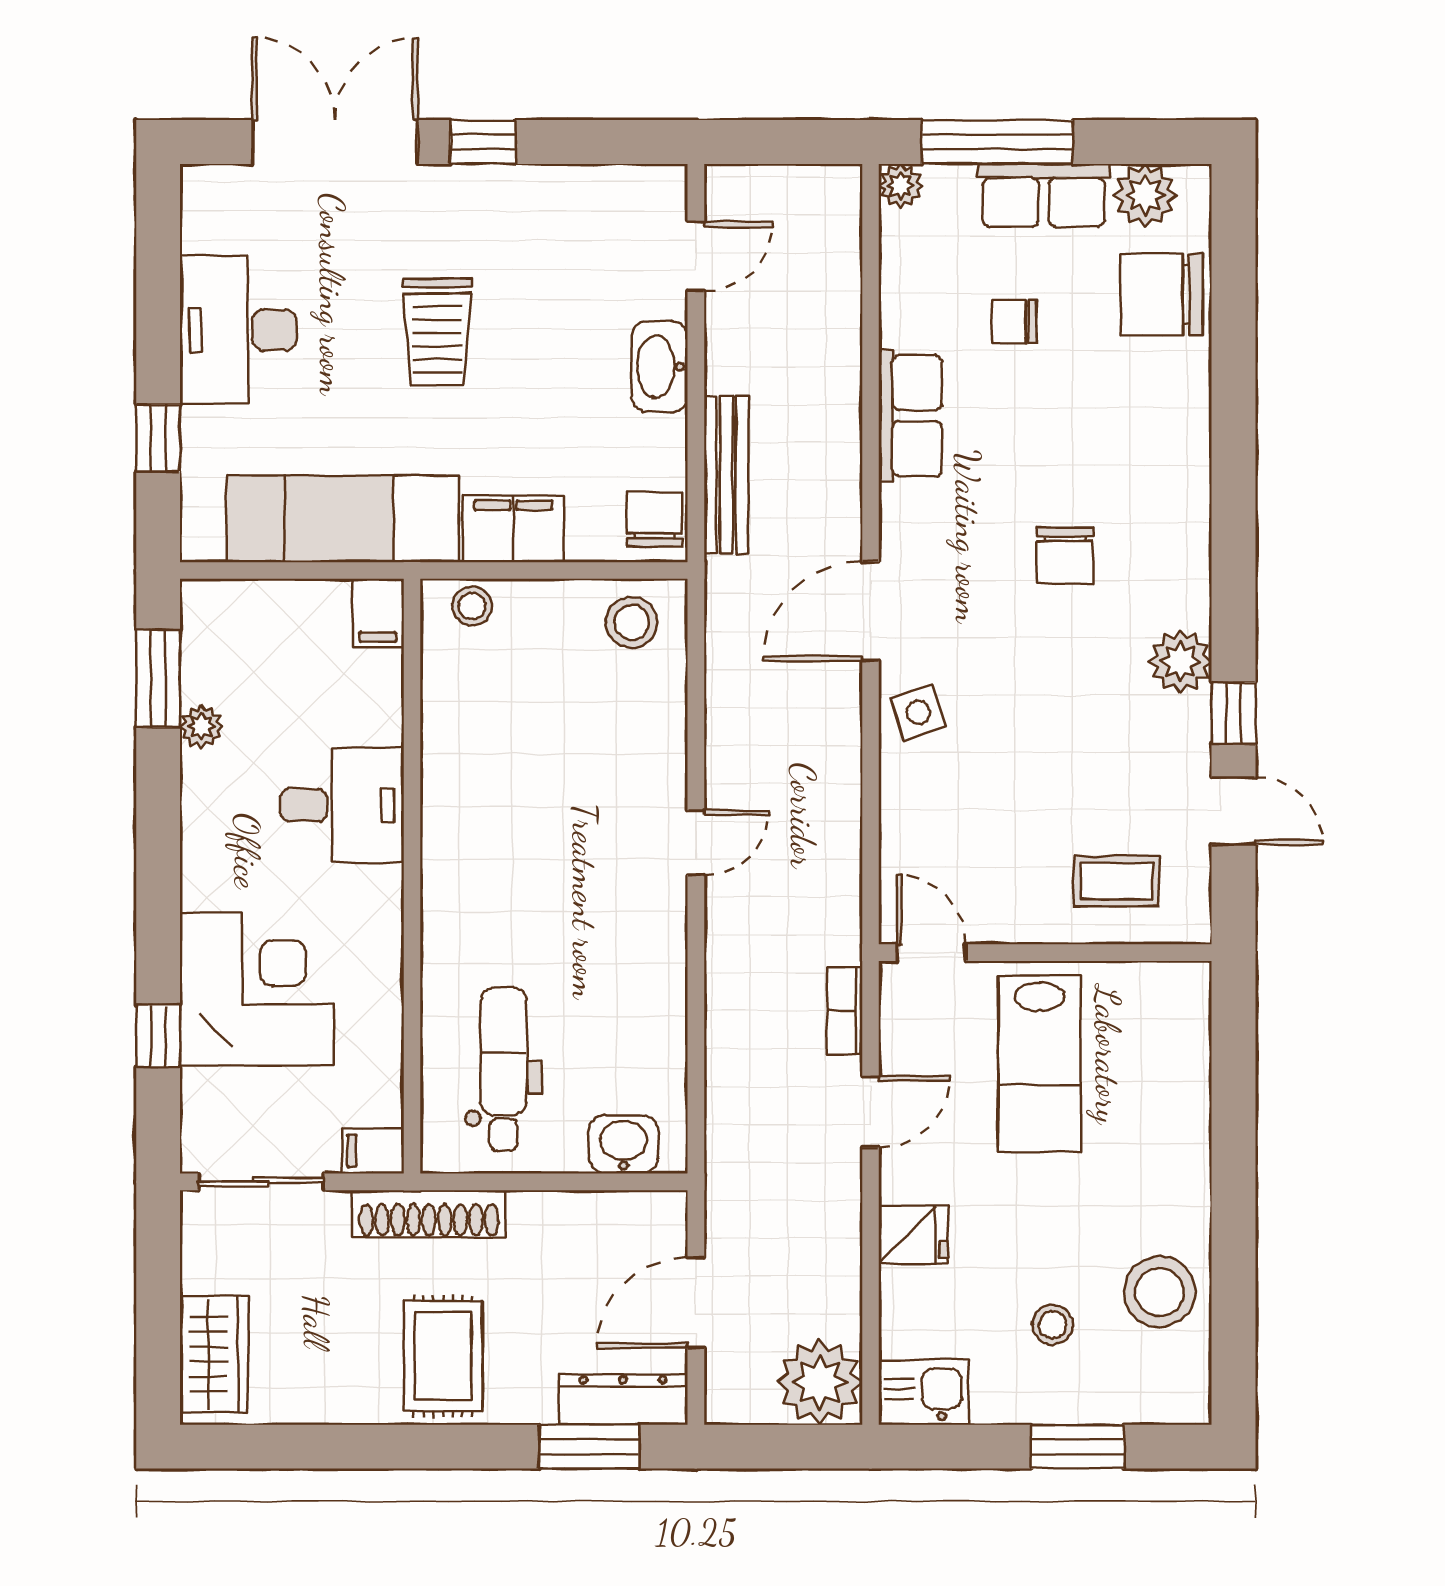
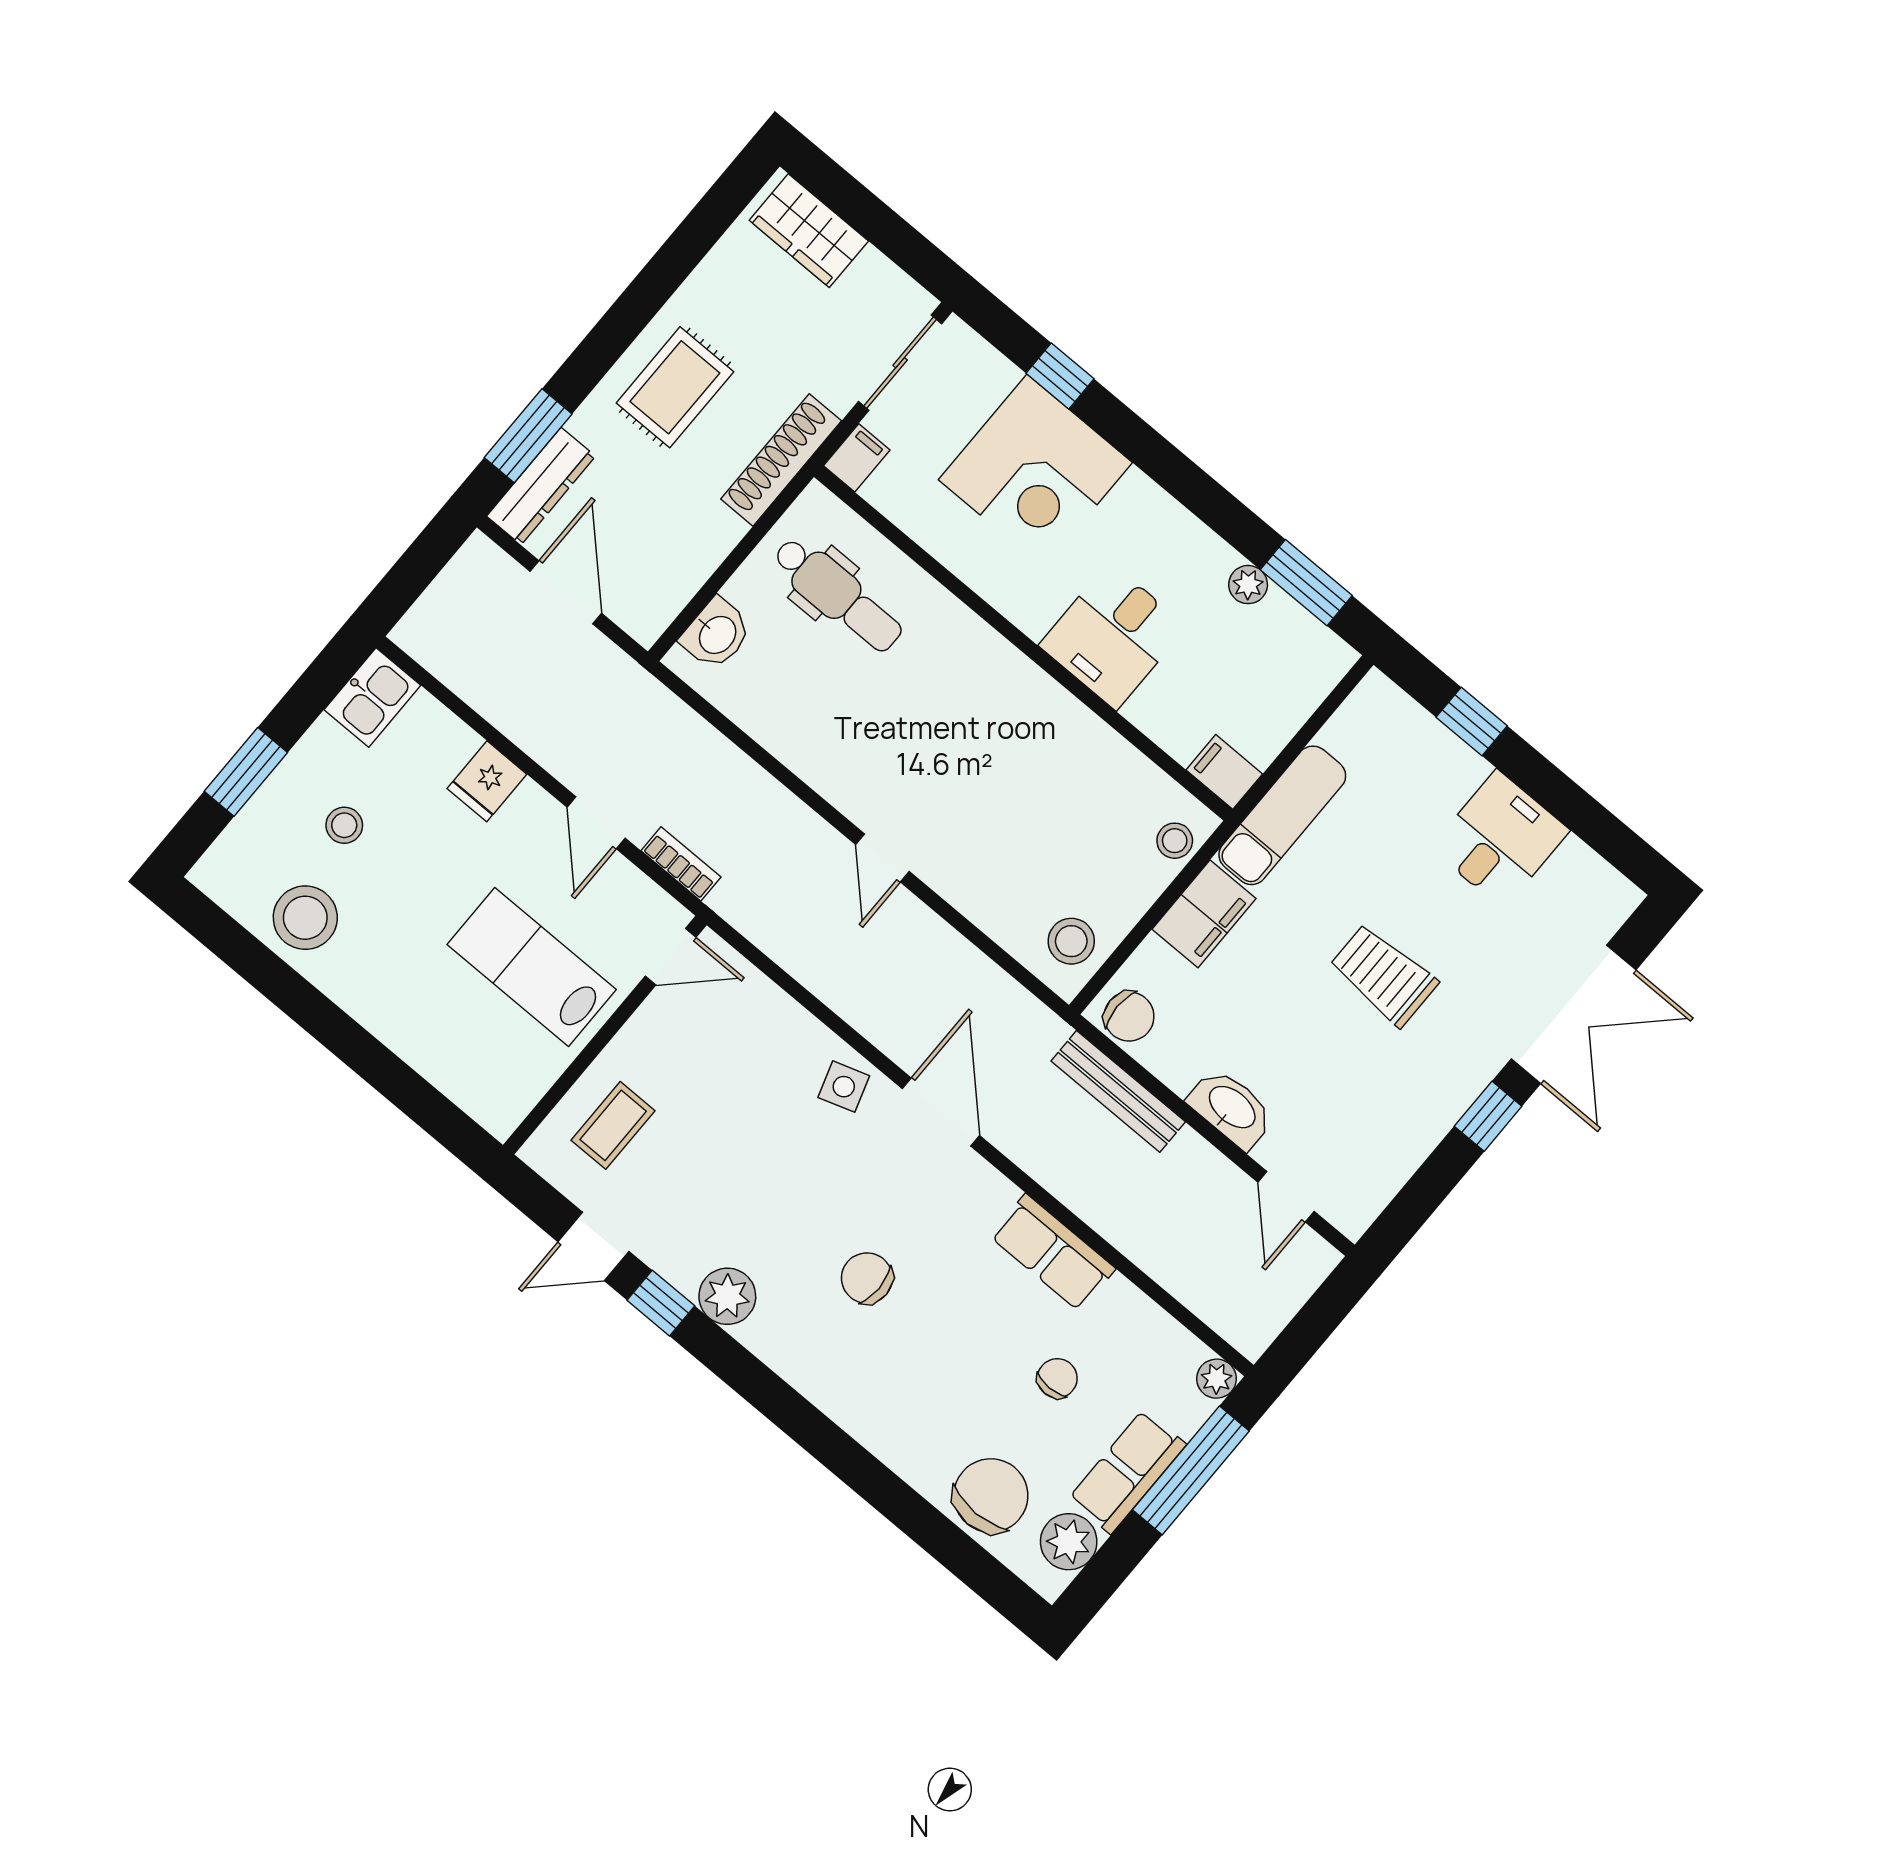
desk: (238, 330) -> (1500, 839), width x0.73
exam couch: (343, 519) -> (1282, 815), width x0.73, depth x0.69
rug: (443, 1356) -> (675, 387), turned 90
plant: (820, 1382) -> (439, 632), removed

